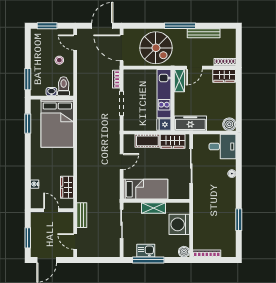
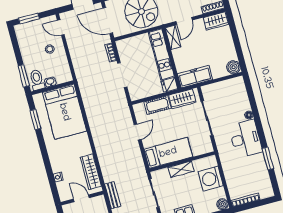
toilet: (64, 86) -> (37, 80), moved
desk: (222, 147) -> (245, 139), moved, width x1.37
wardrobe: (67, 187) -> (91, 172), width x1.50

